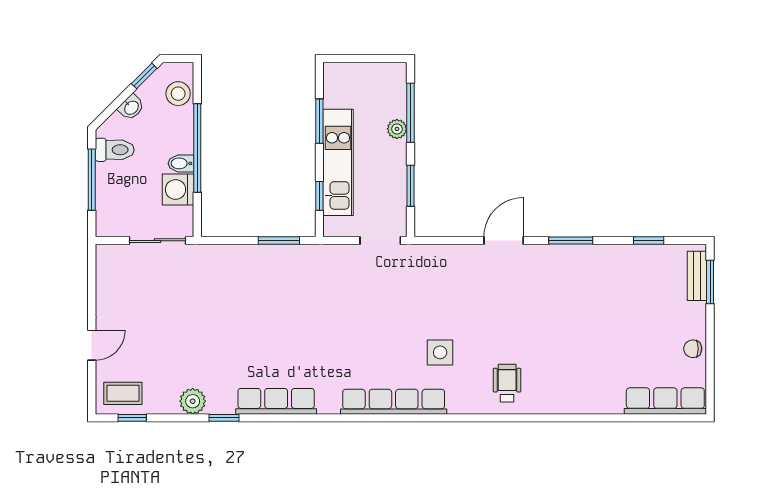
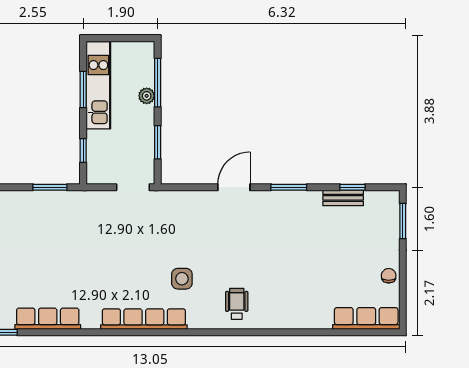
kitchen unit: (338, 162) -> (98, 85), moved
bench: (697, 276) -> (343, 198), moved, turned 90
chair: (693, 349) -> (389, 276), turned 90

